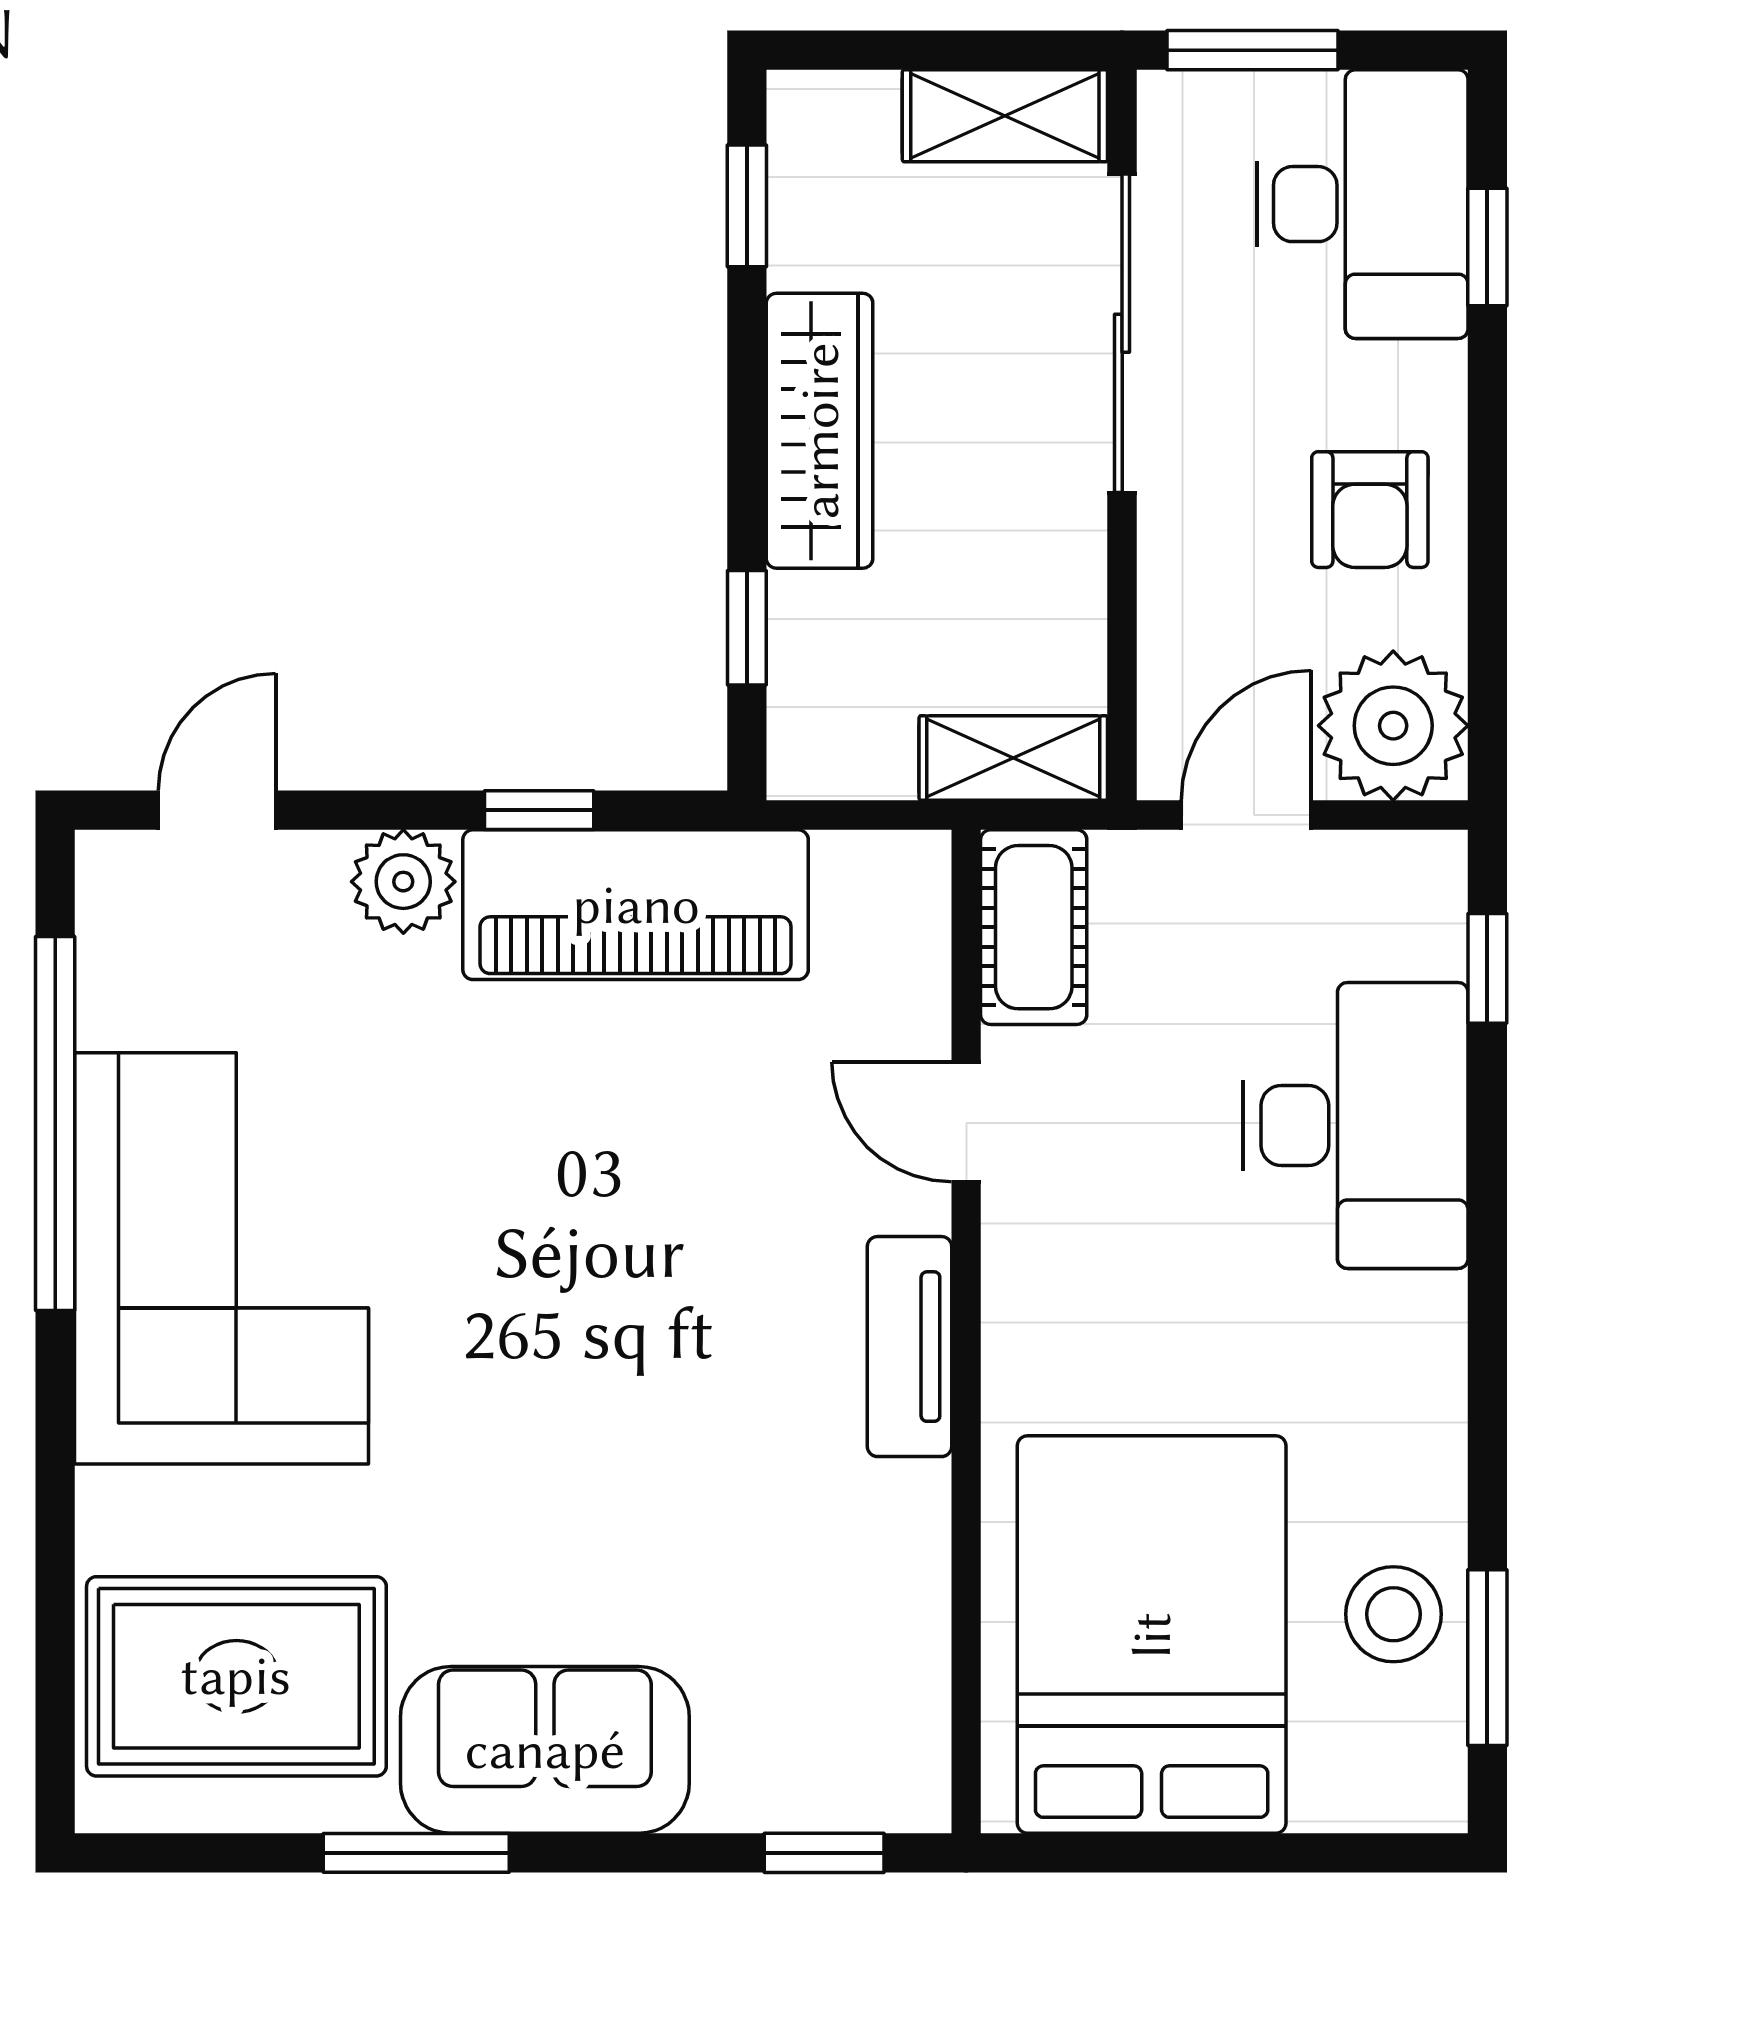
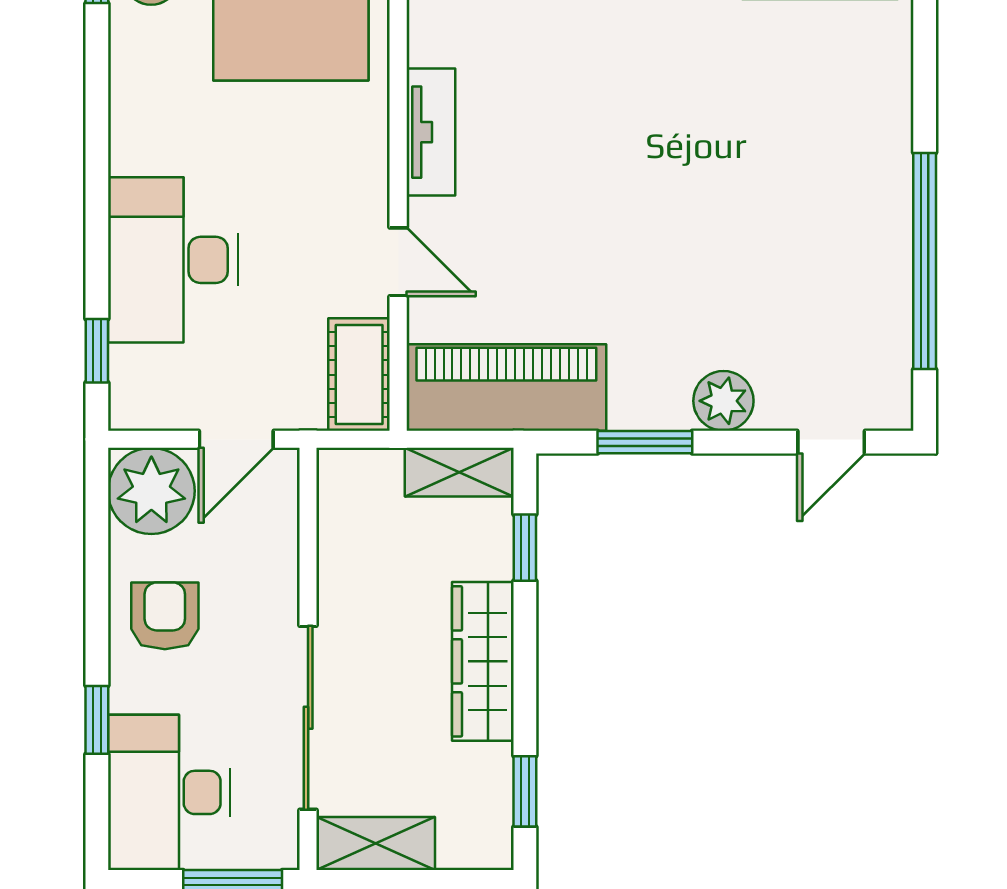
window: (1487, 247) -> (97, 720), moved
shelving: (1013, 758) -> (459, 472), moved
window: (539, 810) -> (645, 442), width x1.50
piano: (636, 905) -> (506, 387), moved
corner sofa: (221, 1258) -> (829, 183), removed

